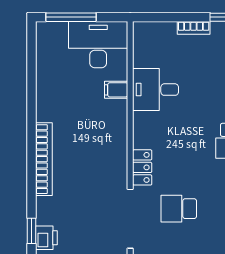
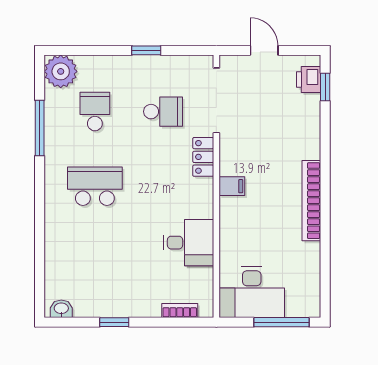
bookcase: (194, 28) -> (180, 310), moved
filing cabinet: (116, 90) -> (232, 186), moved
bookcase: (44, 159) -> (311, 201), moved

